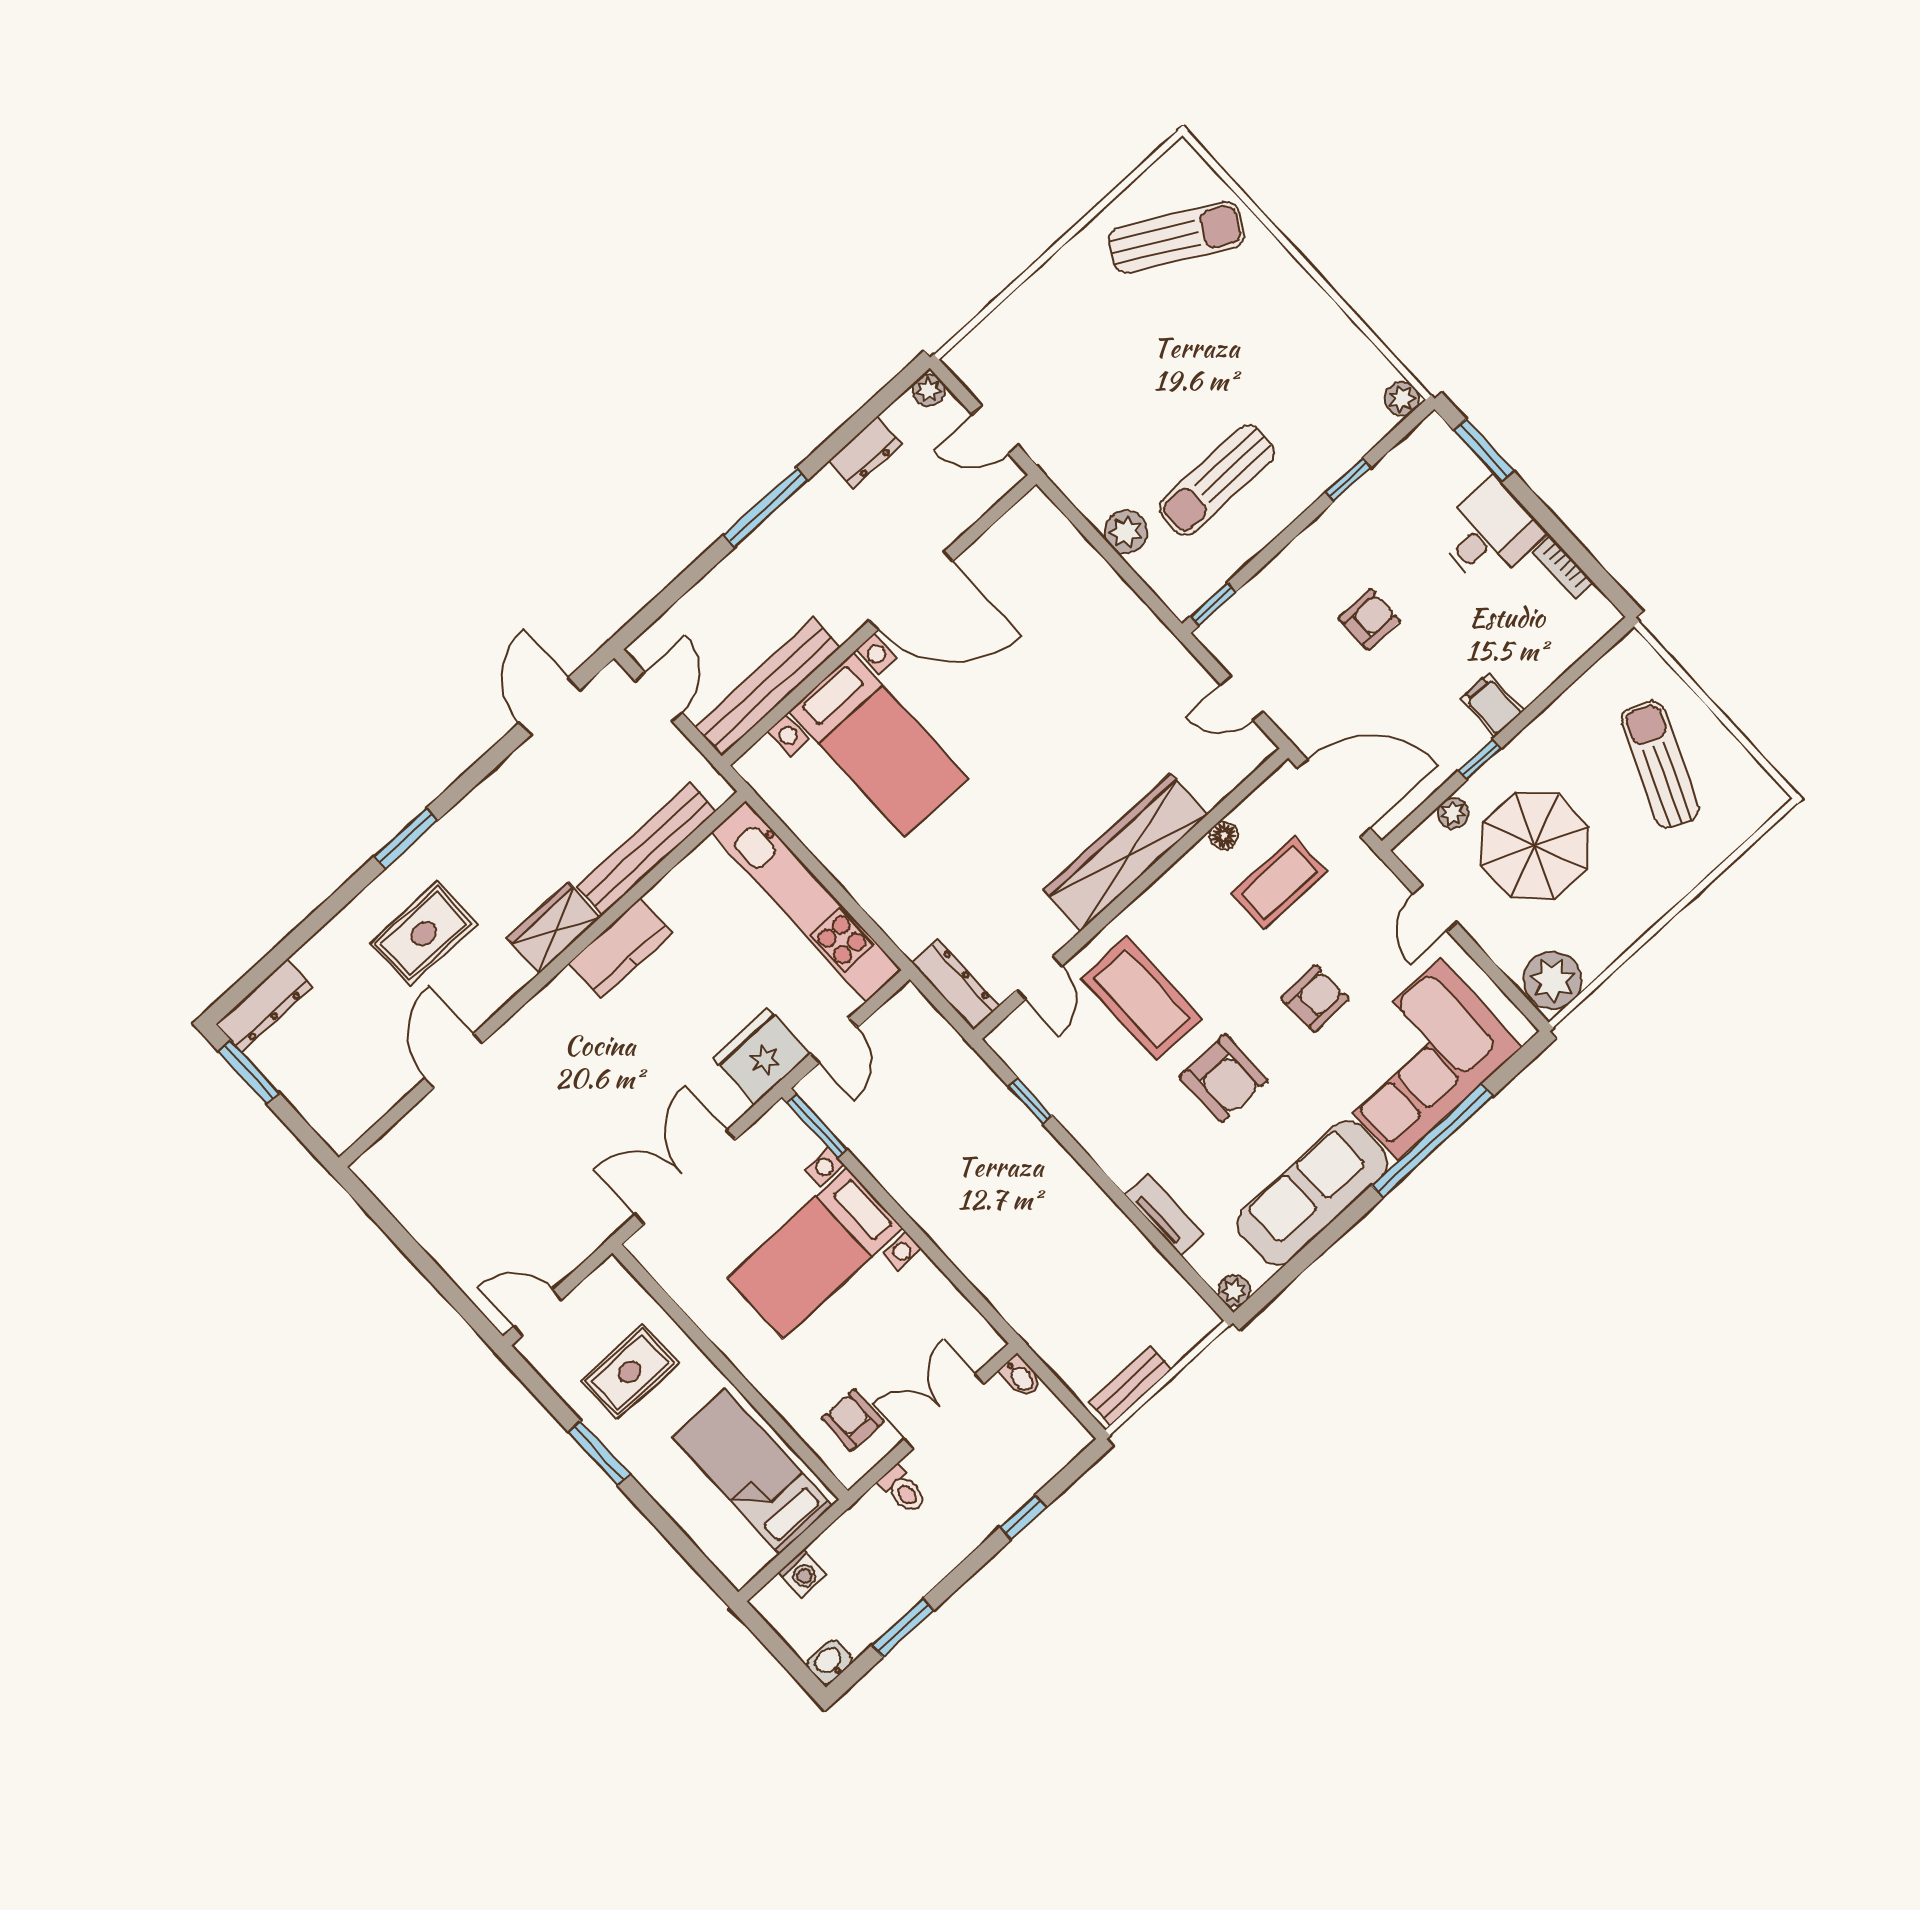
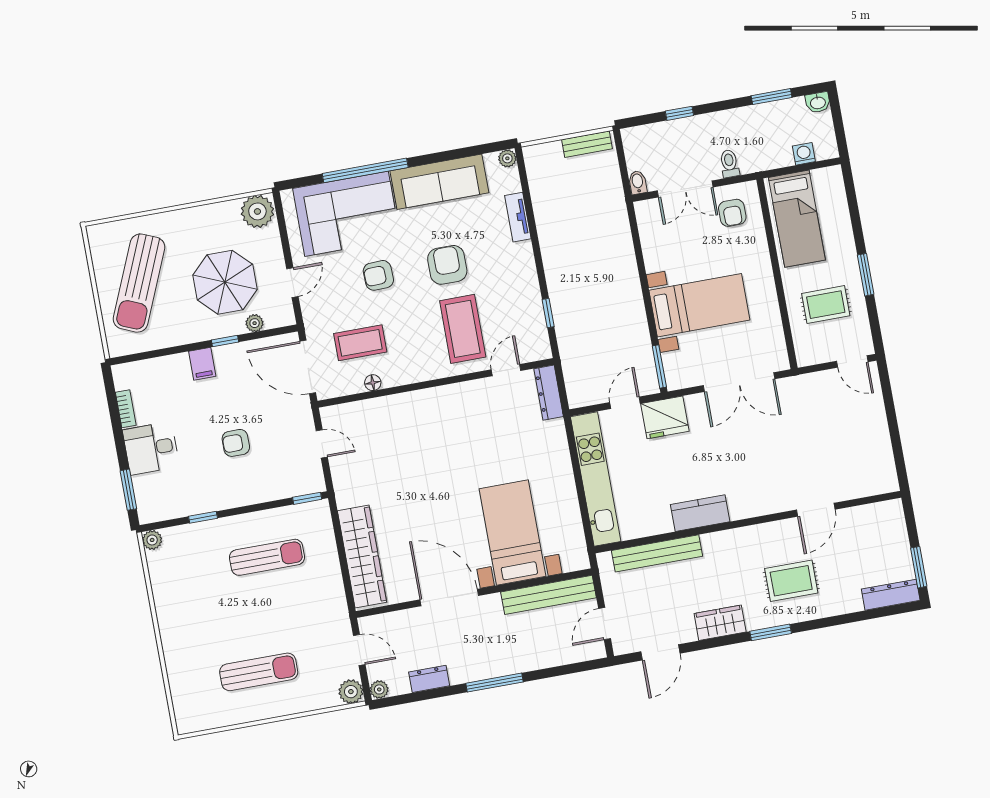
sun lounger: (1177, 237) -> (259, 672), moved, turned 151
plant: (1126, 532) -> (351, 692), moved
sun lounger: (1660, 765) -> (139, 283), width x1.36, depth x1.34
wardrobe: (1126, 852) -> (362, 556), moved, turned -90
wardrobe: (554, 928) -> (720, 623), moved, turned 180

